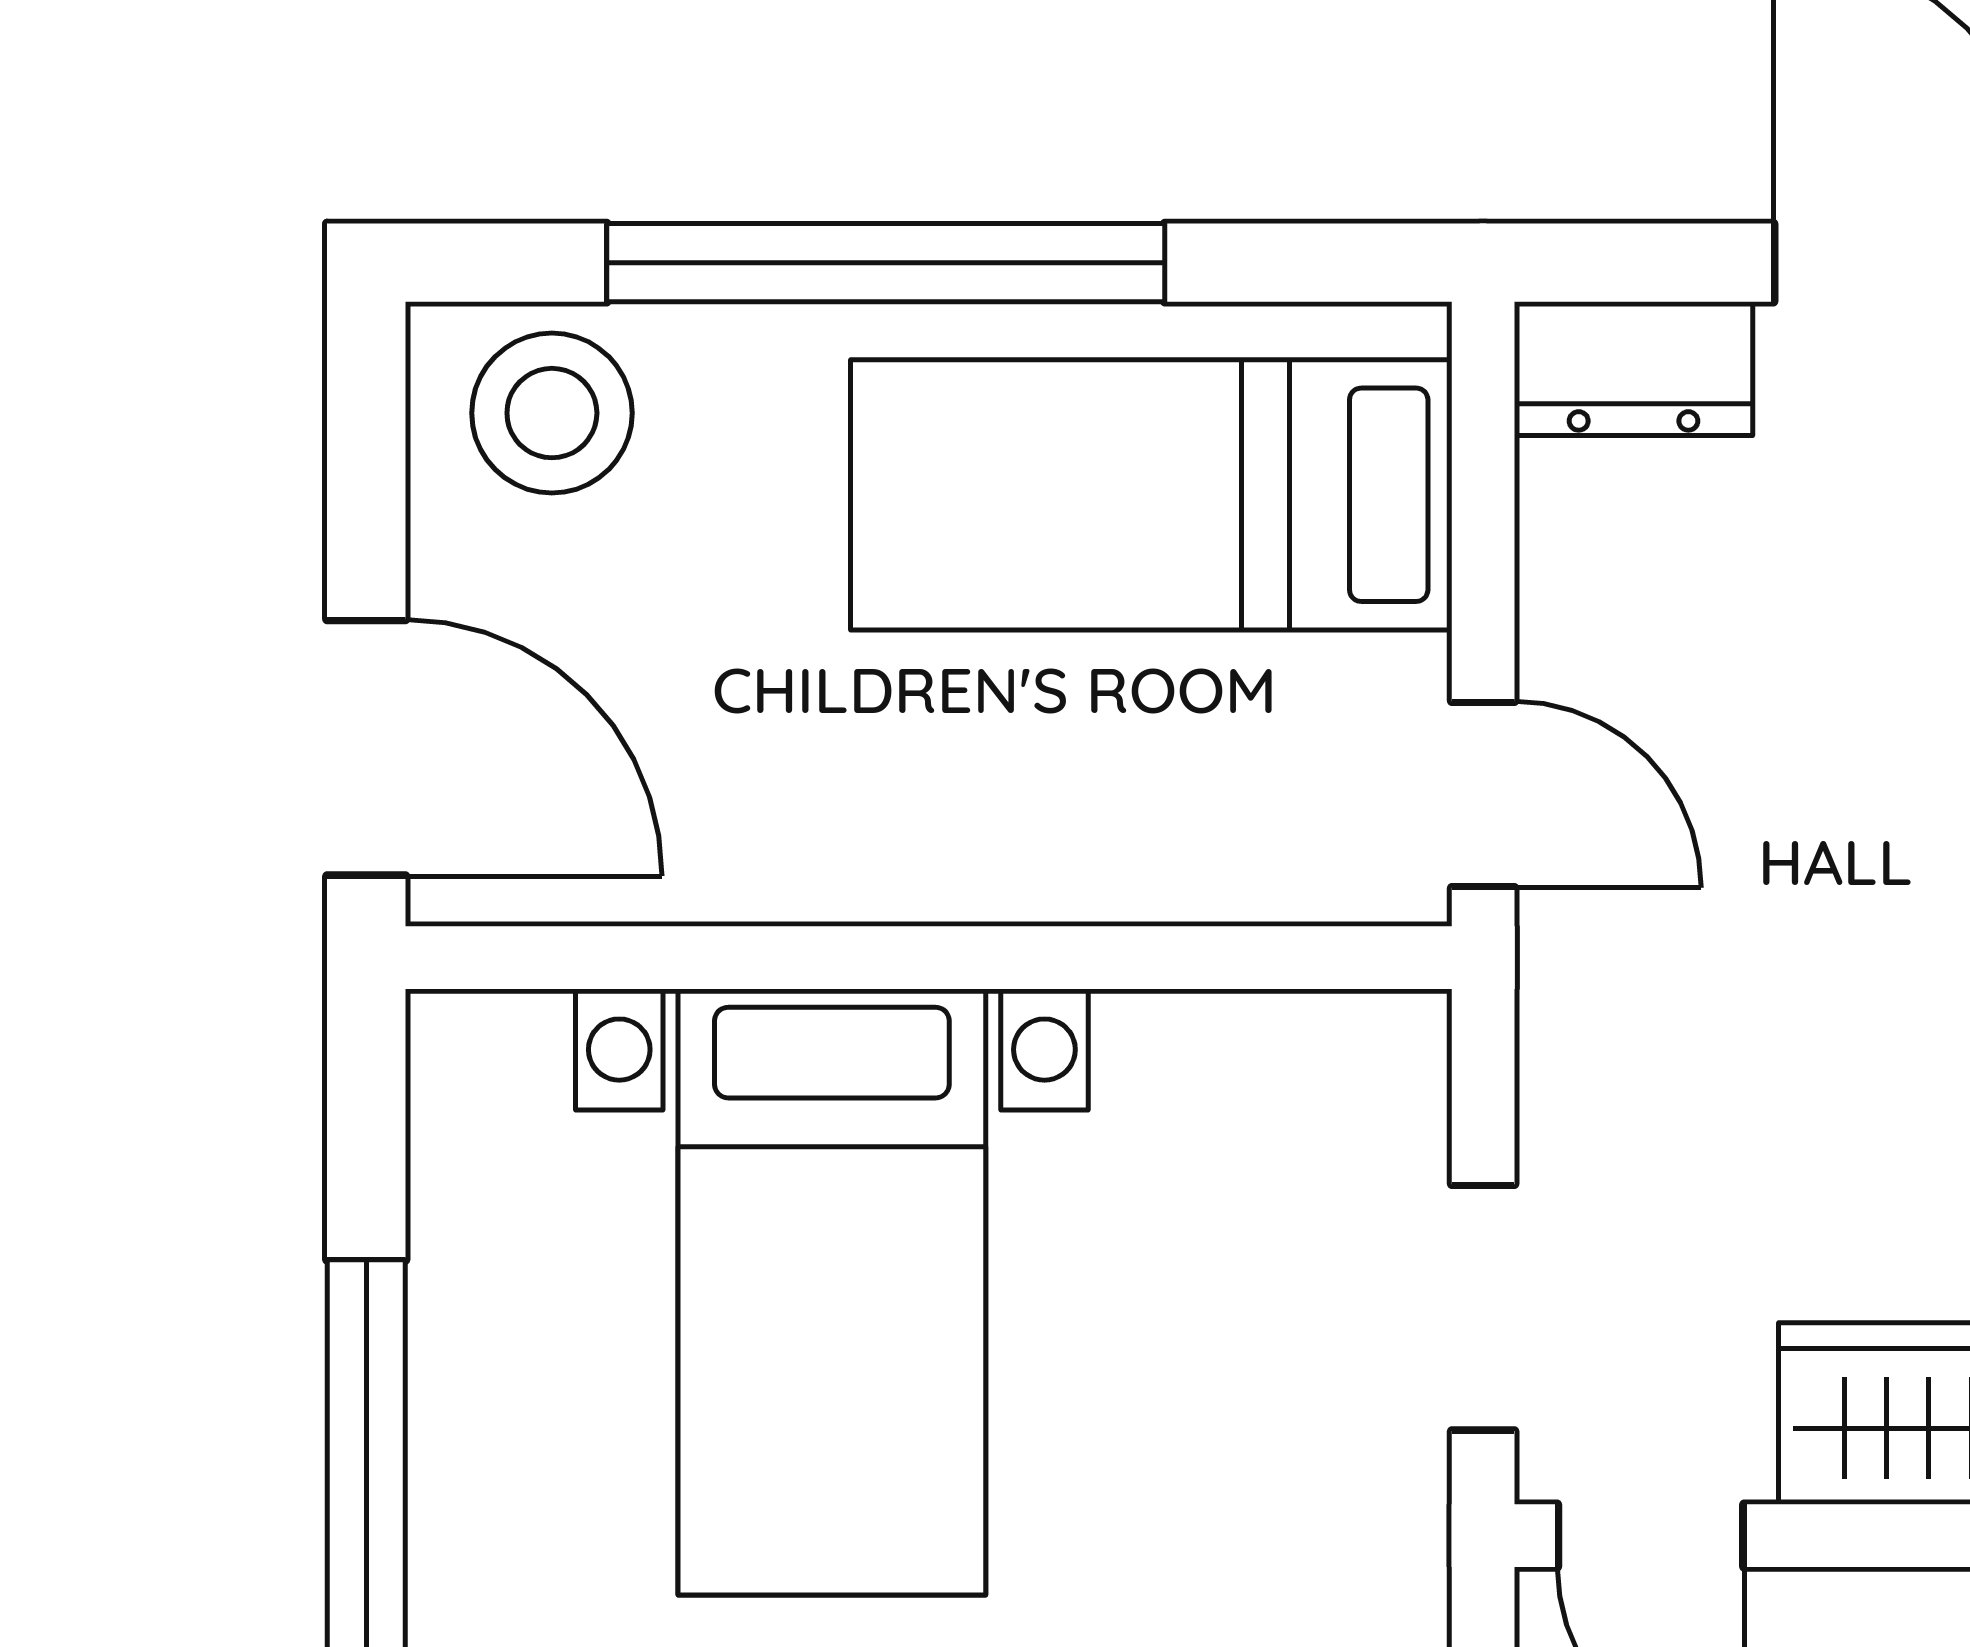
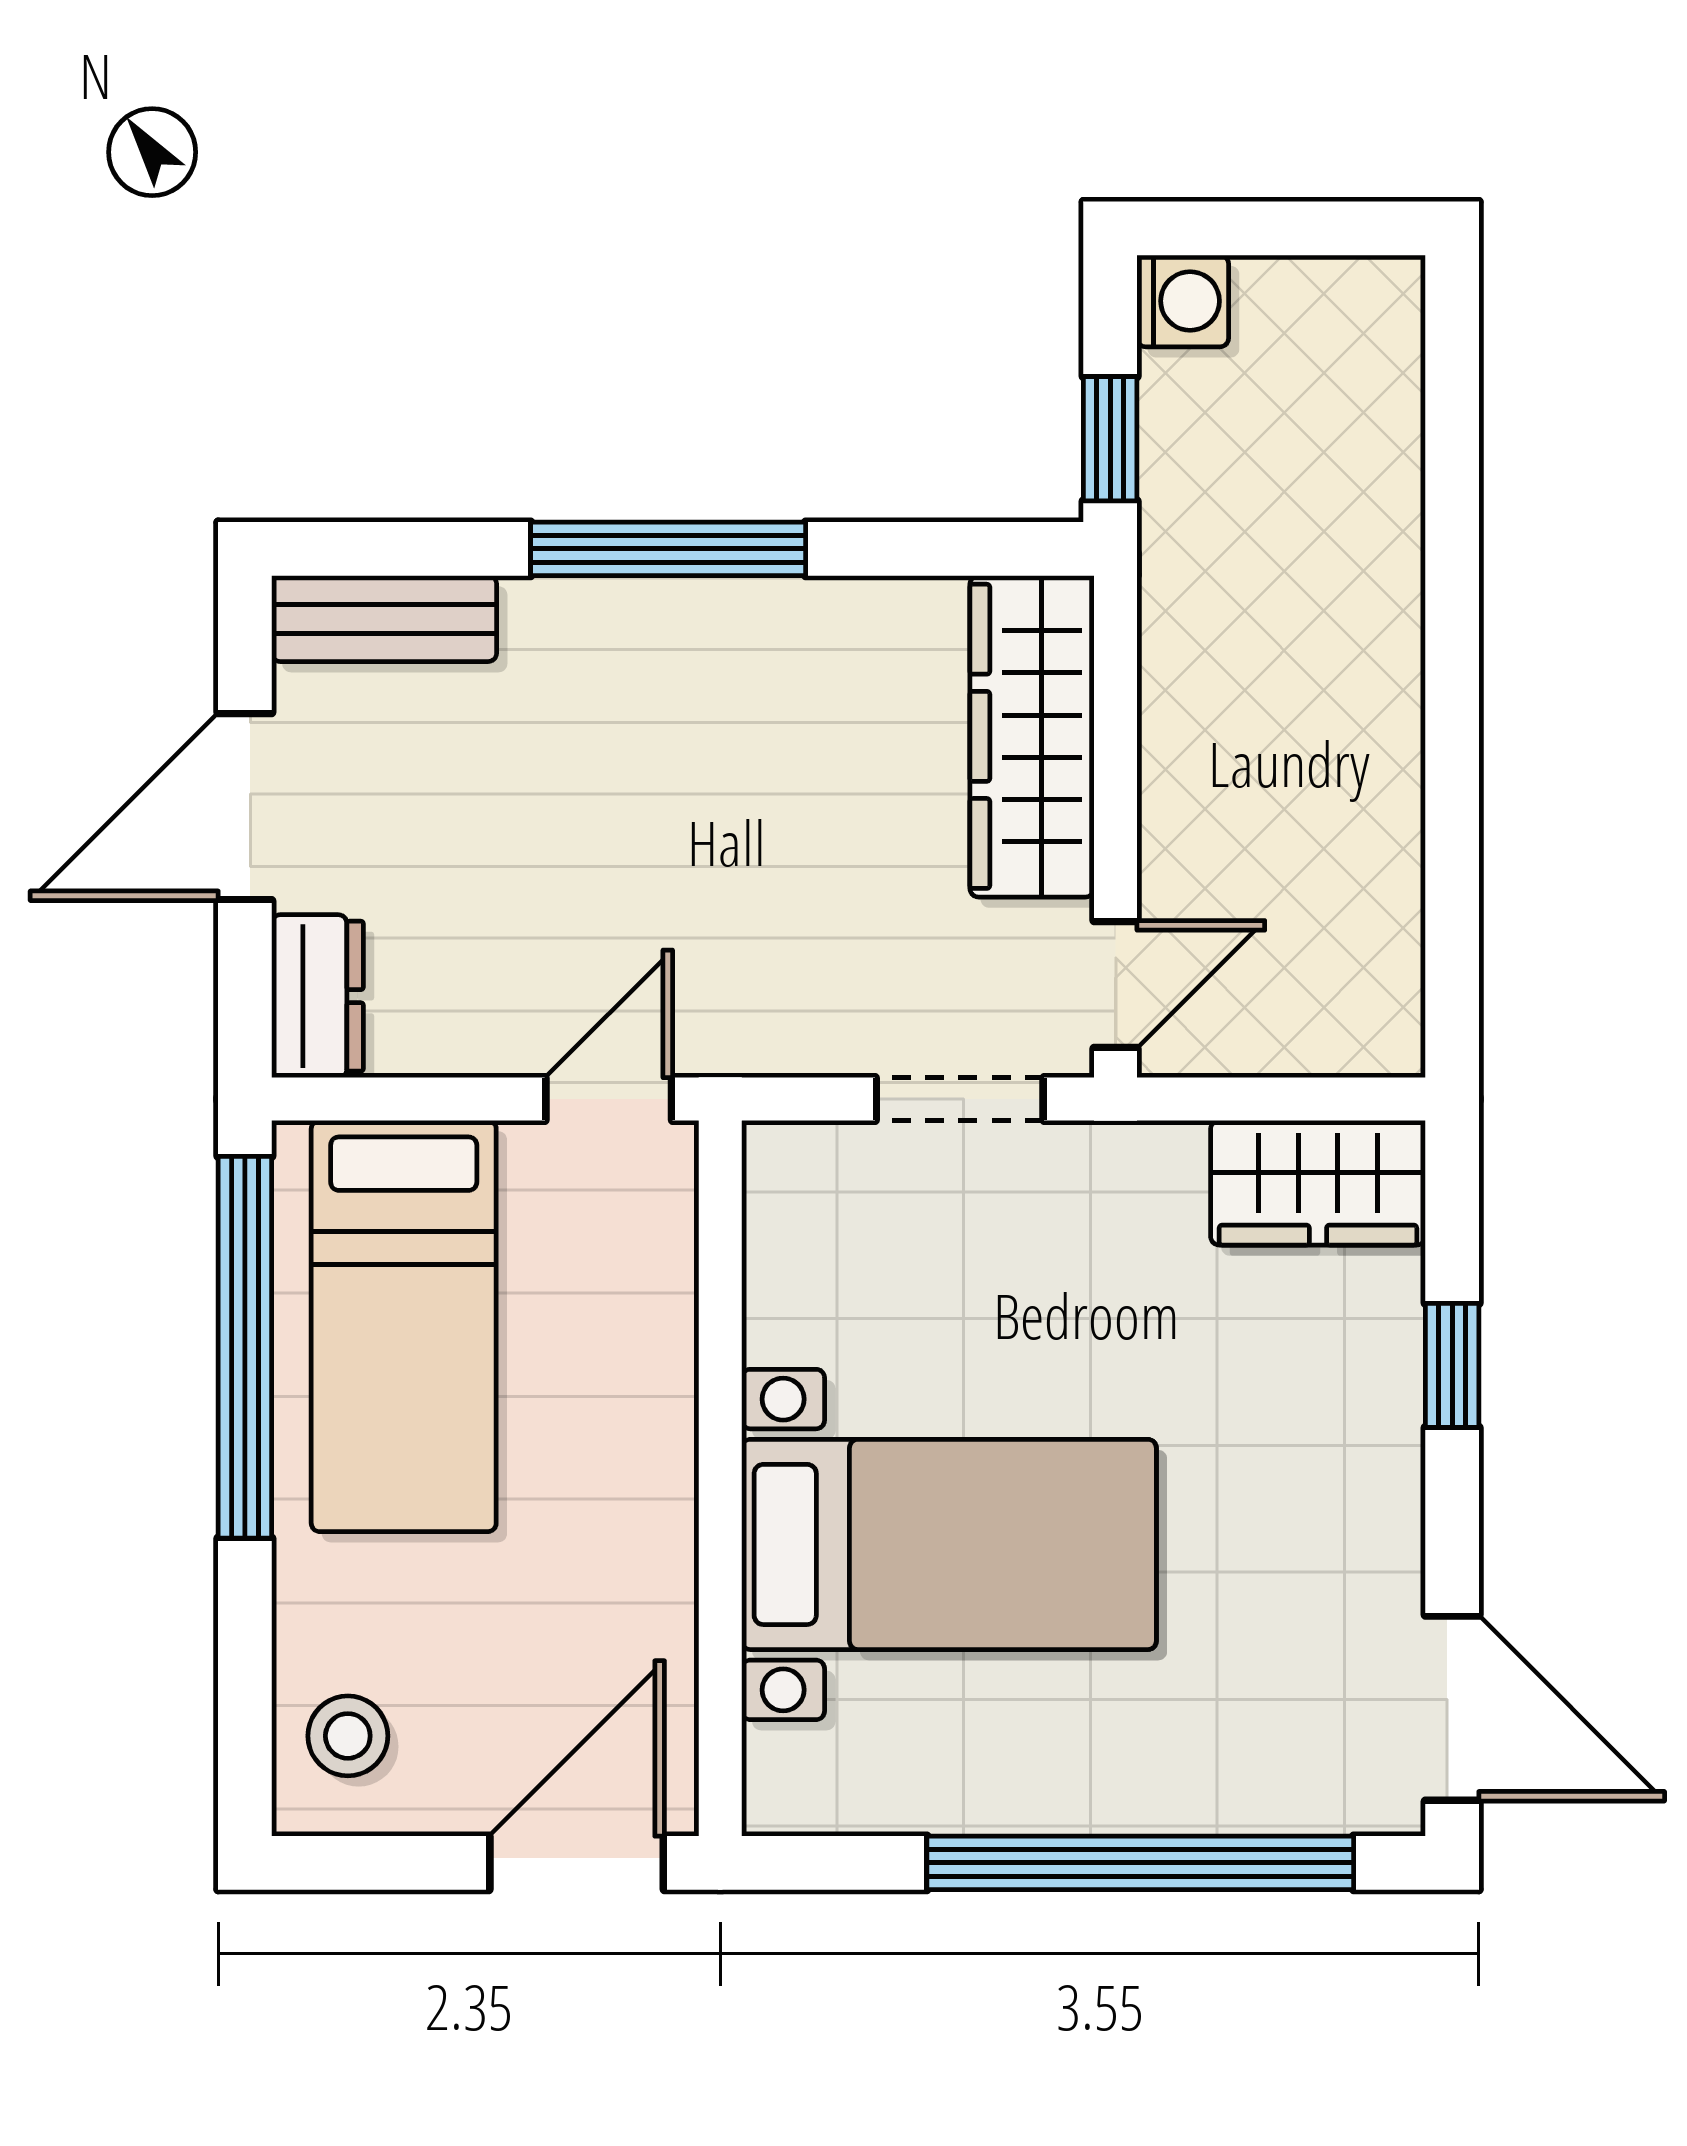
window: (886, 263) -> (245, 1347), moved
stool: (552, 413) -> (348, 1736), width x0.73, depth x0.73

